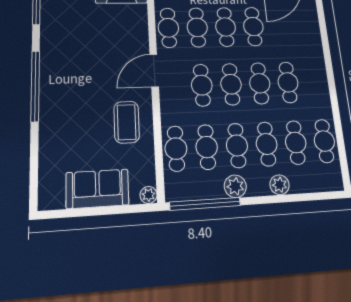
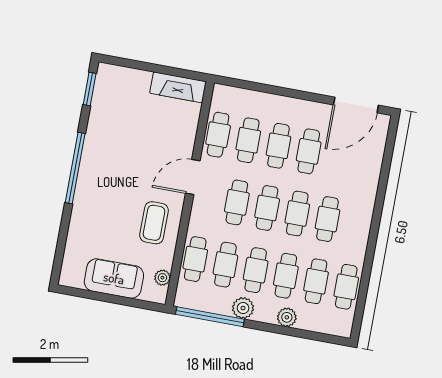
plant: (148, 195) -> (162, 278), moved

